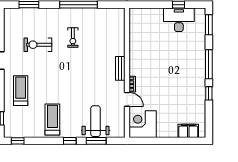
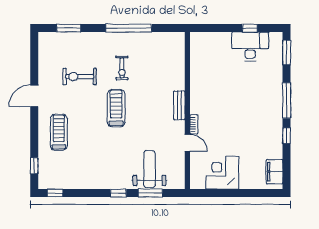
treadmill: (52, 120) -> (116, 108), moved
corner desk: (143, 124) -> (222, 173), moved
filing cabinet: (188, 131) -> (275, 172), moved, turned -90

